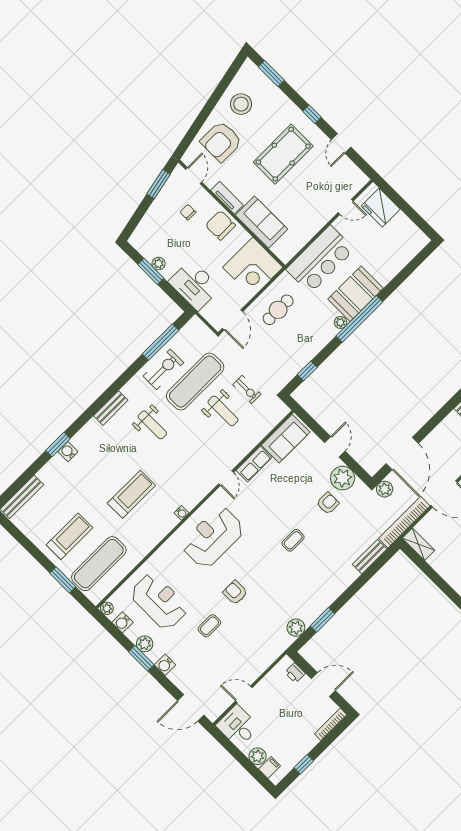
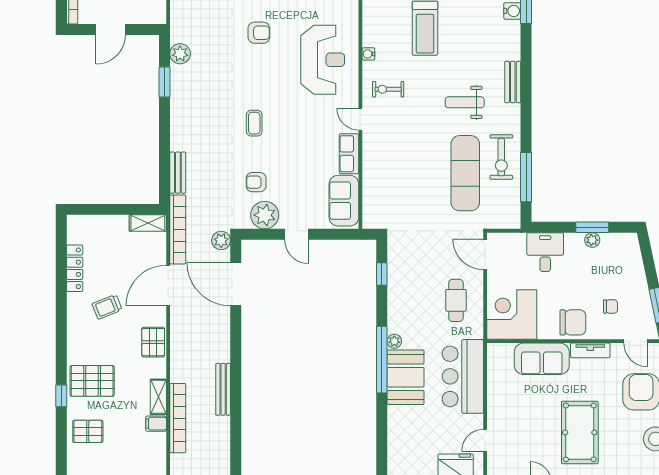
desk: (195, 285) -> (545, 252), width x0.73
exercise bike: (247, 389) -> (388, 89), moved
weight bench: (223, 411) -> (418, 172), removed
armchair: (328, 503) -> (256, 182), turned 90
printer: (295, 673) -> (144, 16), removed

